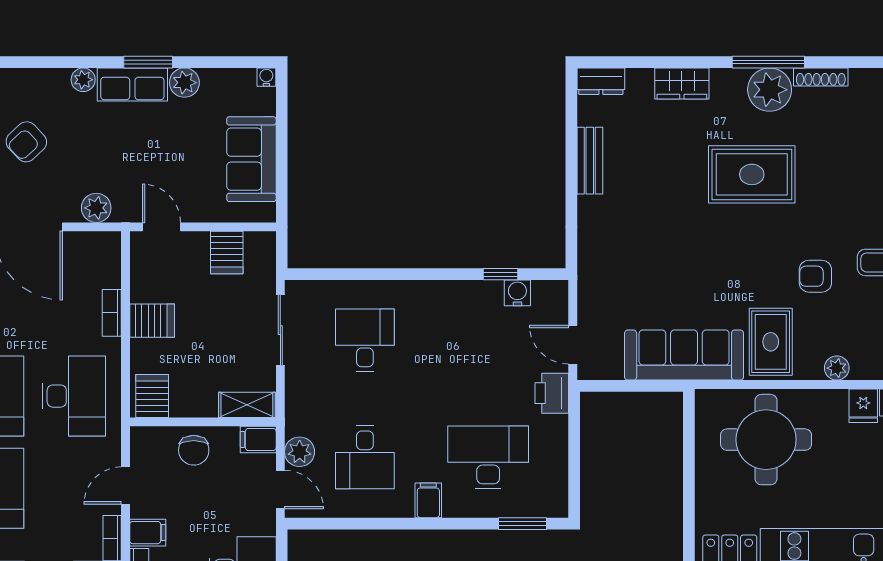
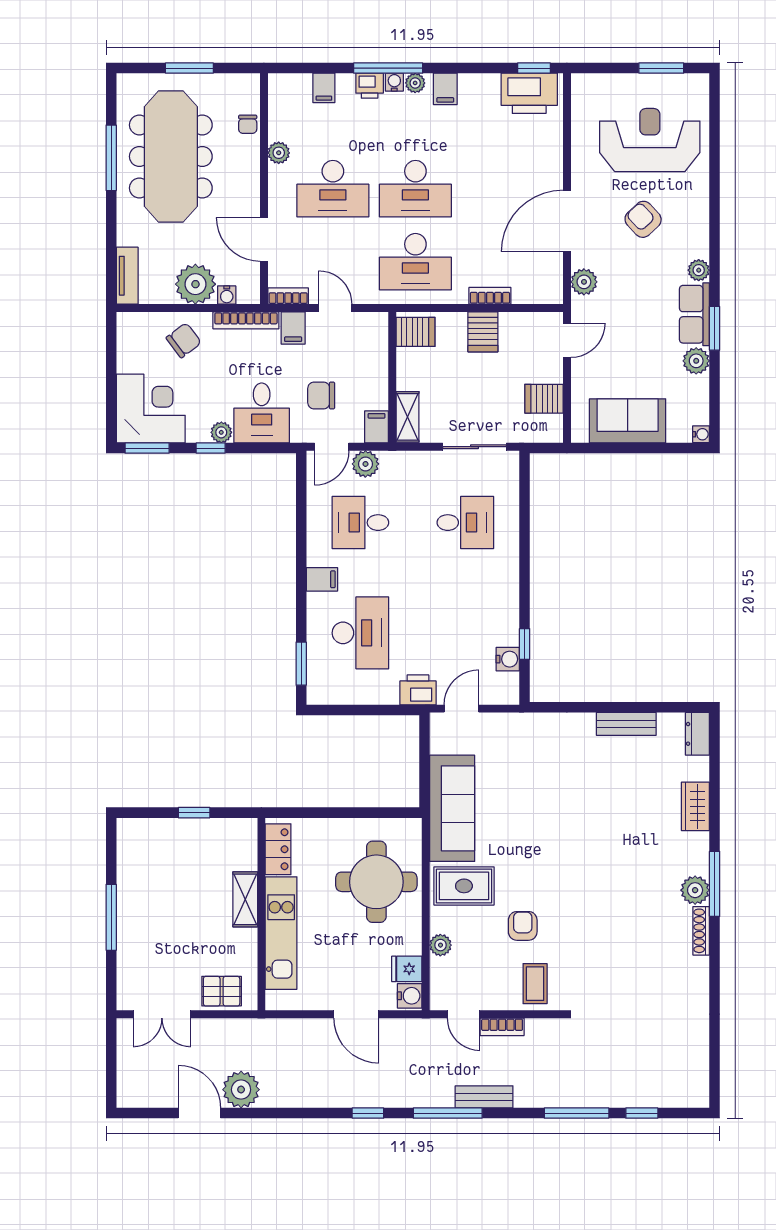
plant: (770, 90) -> (695, 890), width x0.73, depth x0.73
rug: (752, 174) -> (614, 869), removed
chair: (194, 450) -> (321, 395), moved

